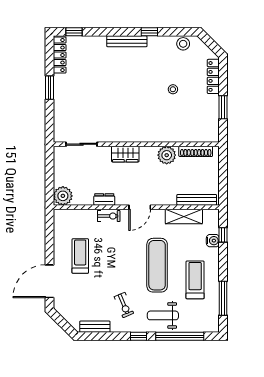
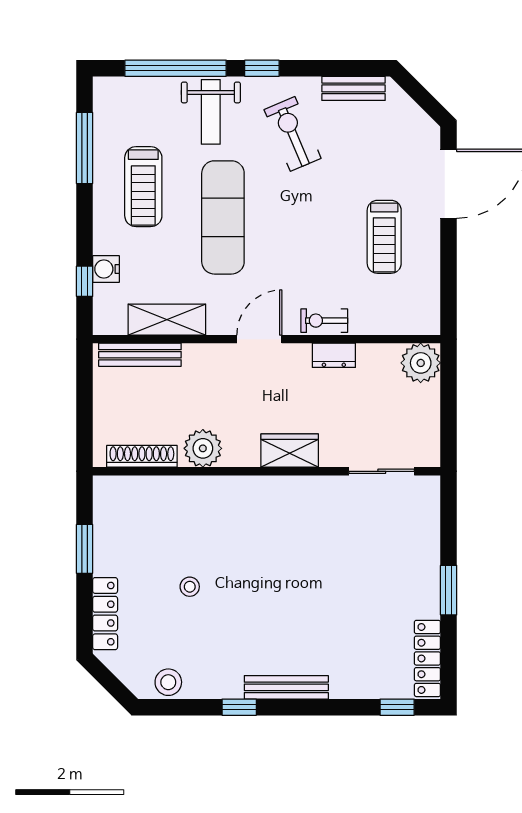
exercise bike: (124, 305) -> (293, 134), width x1.38, depth x1.39
weight bench: (163, 315) -> (211, 112), turned 90

